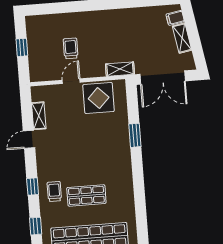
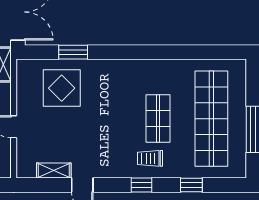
display table: (99, 98) -> (62, 88), moved
window: (135, 135) -> (73, 52), moved

